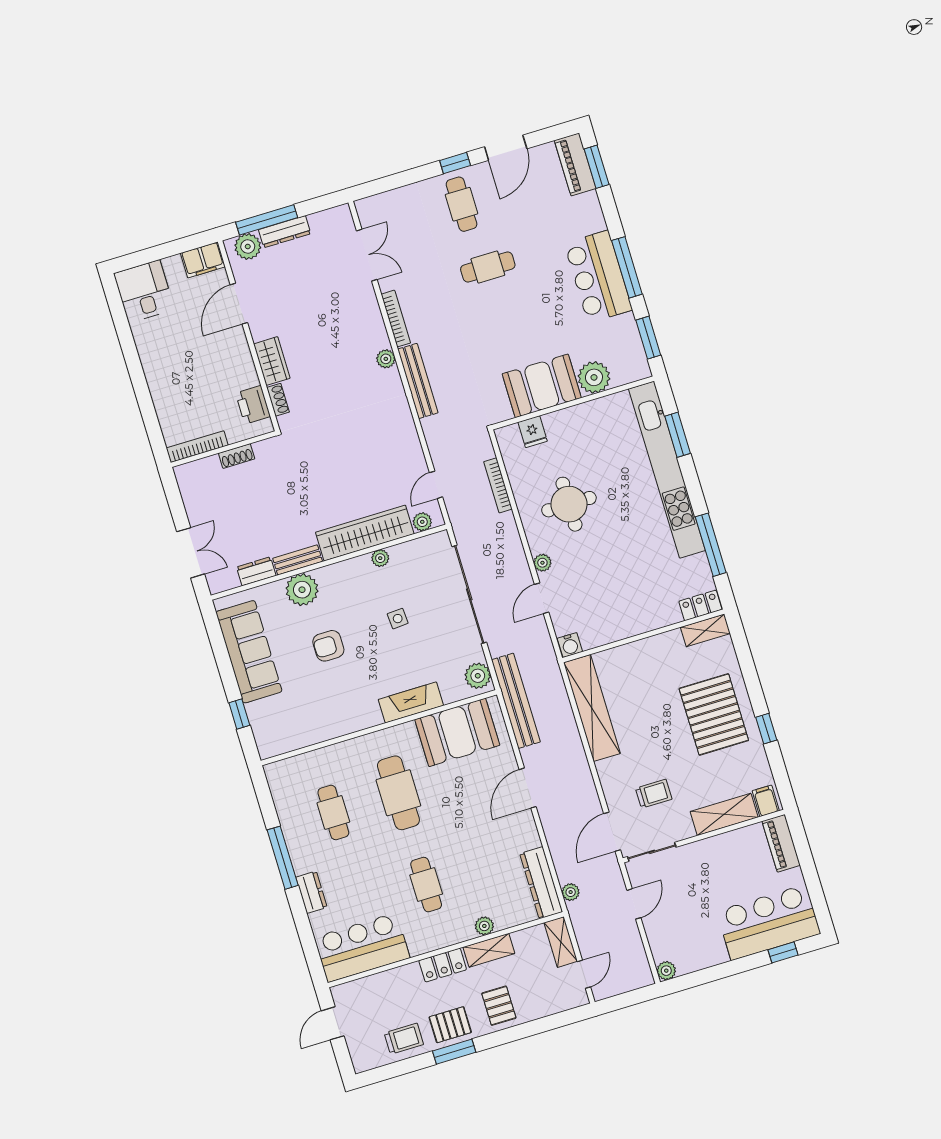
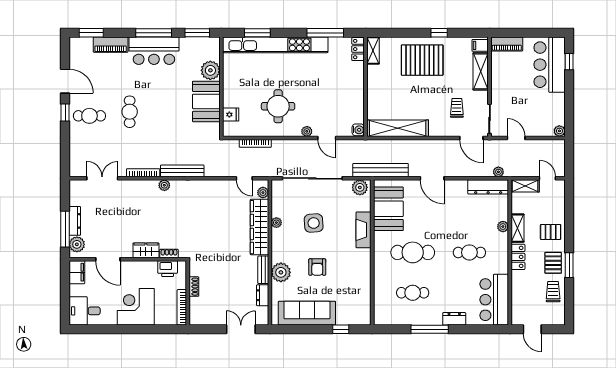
piano: (575, 164) -> (111, 45), moved
corner desk: (176, 372) -> (136, 307), added
side table: (398, 619) -> (314, 223), width x1.87, depth x1.87

